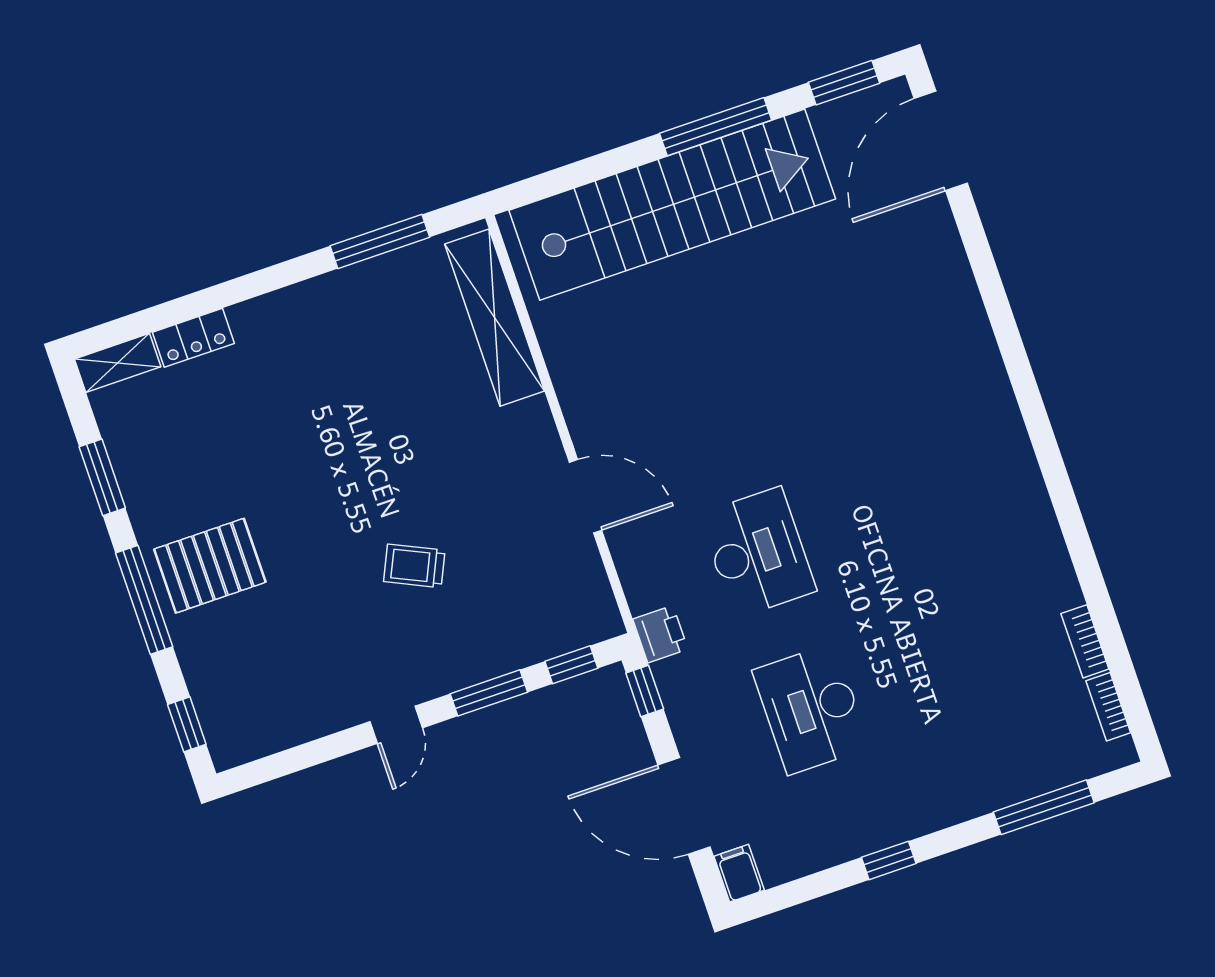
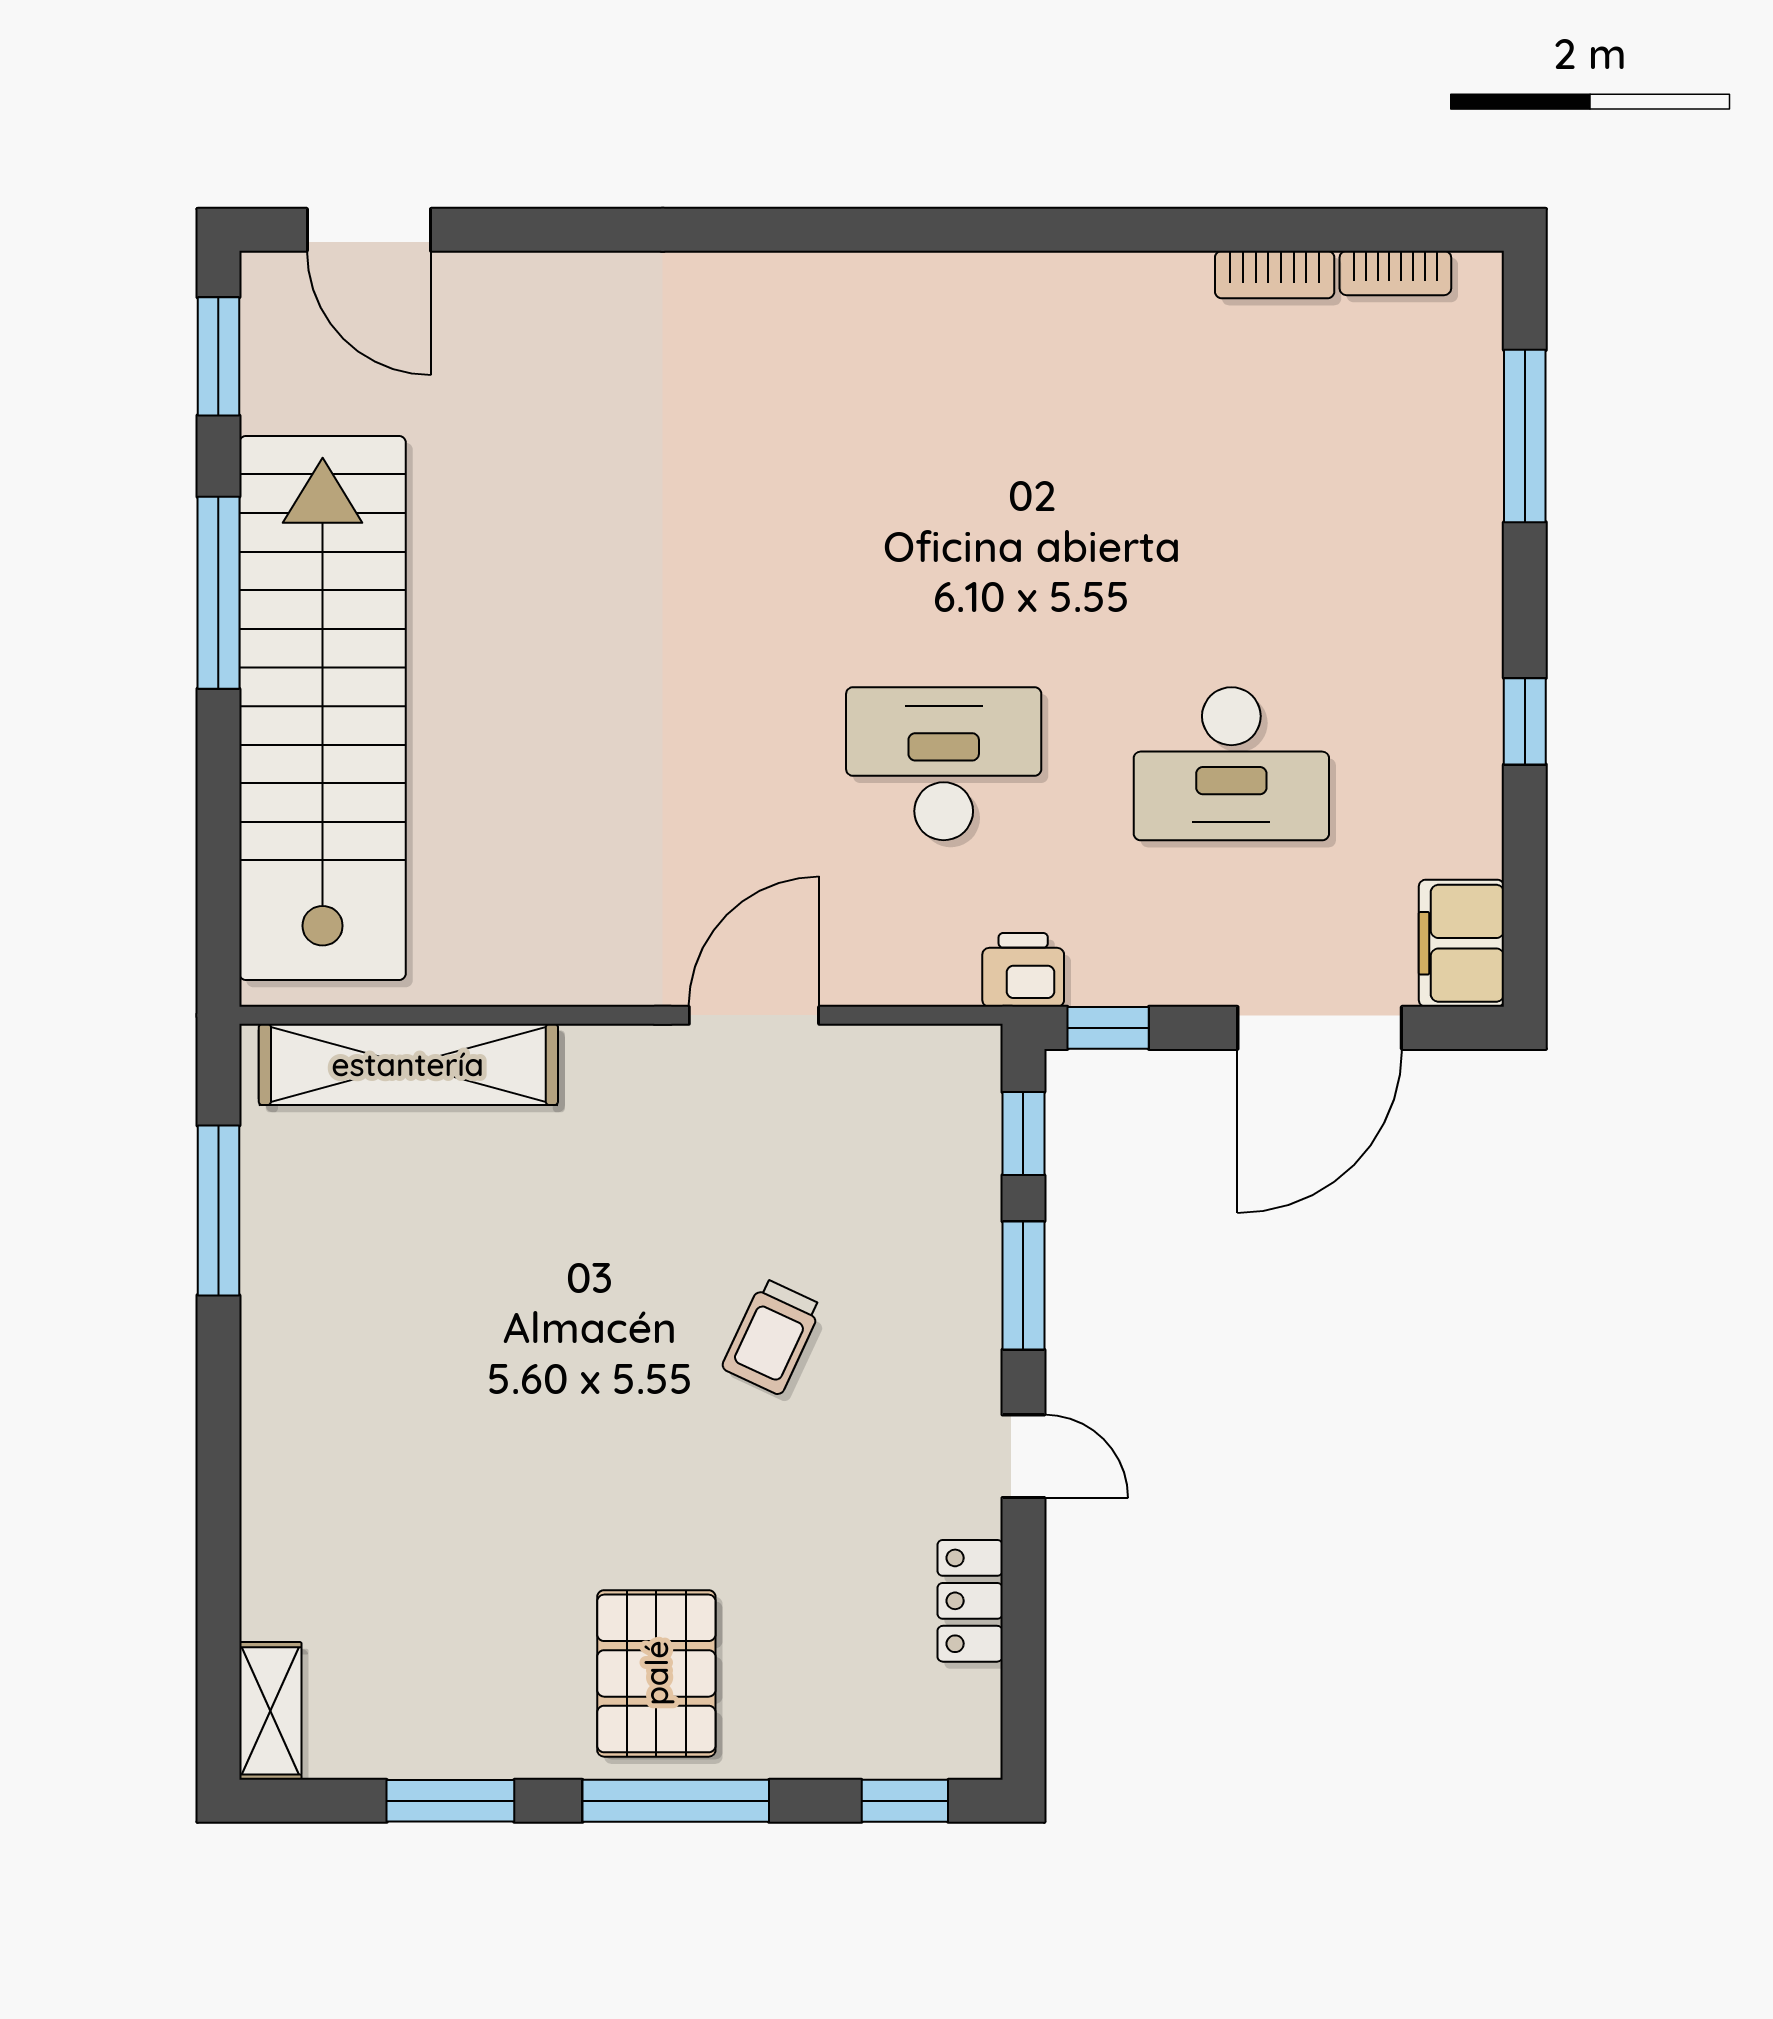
door: (941, 141) -> (369, 230), width x0.73
locker: (193, 338) -> (970, 1601), moved, turned 180
filing cabinet: (739, 873) -> (1461, 943), width x2.00

